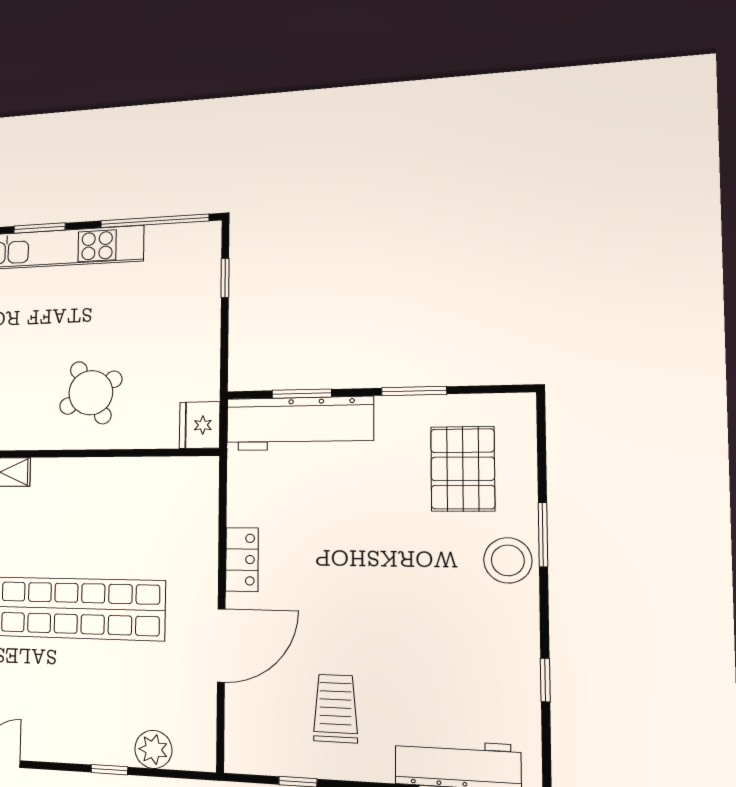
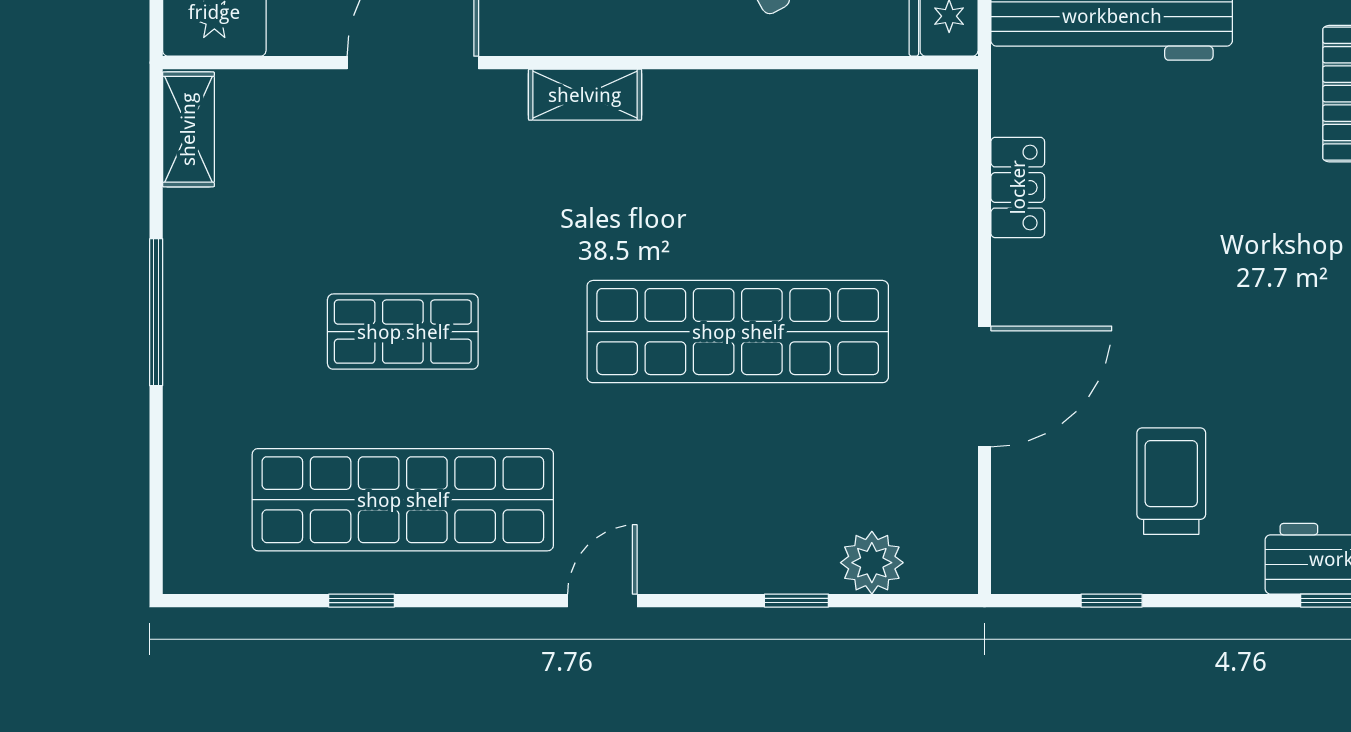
locker: (242, 559) -> (1018, 187), moved

